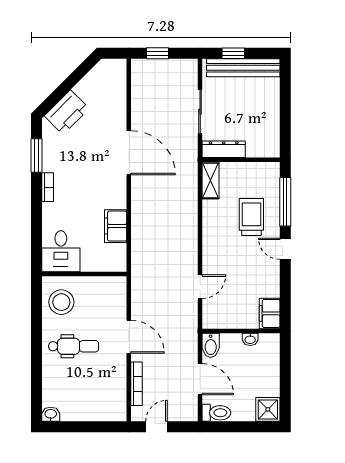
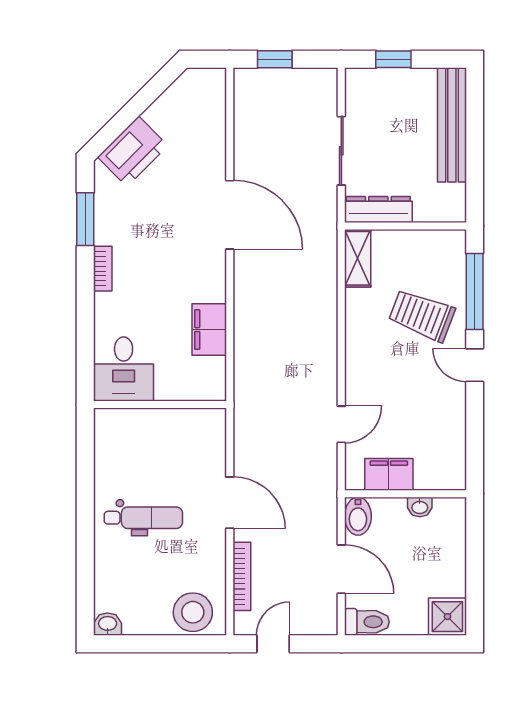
bench: (243, 68) -> (452, 125), moved, turned 90
trolley: (251, 217) -> (422, 315), turned -69
stool: (61, 302) -> (193, 612), moved
filing cabinet: (270, 313) -> (389, 474), moved, turned 90

